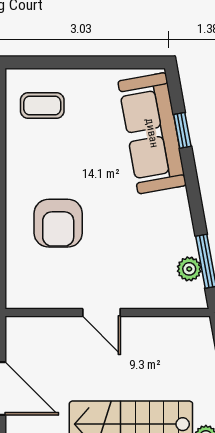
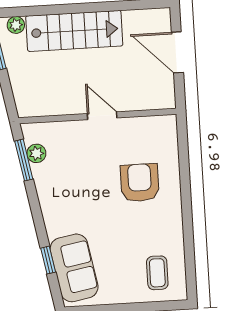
coffee table: (42, 106) -> (157, 273), turned 90
sofa: (152, 133) -> (74, 268), width x0.73

